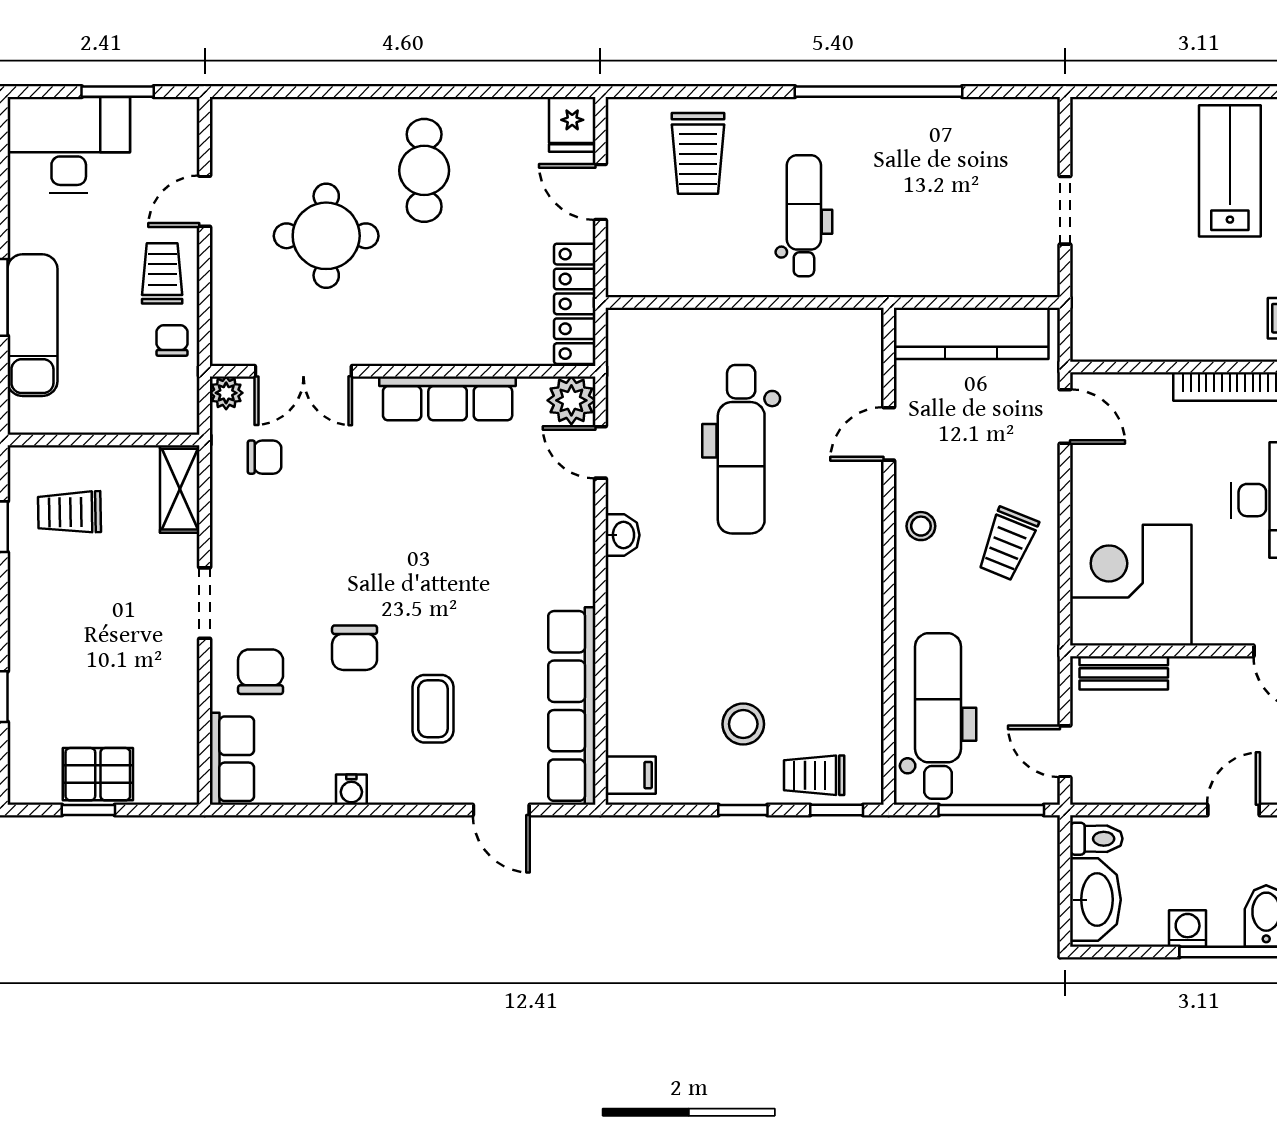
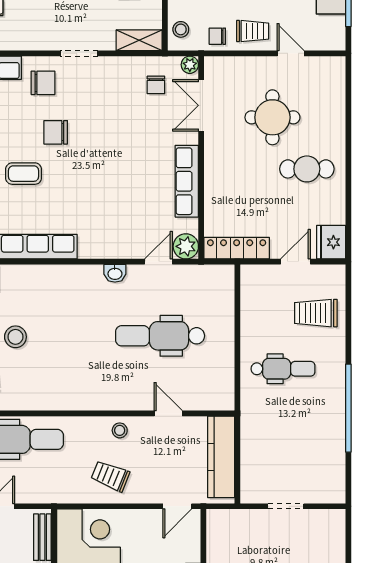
fridge: (572, 124) -> (331, 242), width x1.38
chair: (172, 341) -> (217, 36), turned 180
stool: (159, 410) -> (181, 29), added

